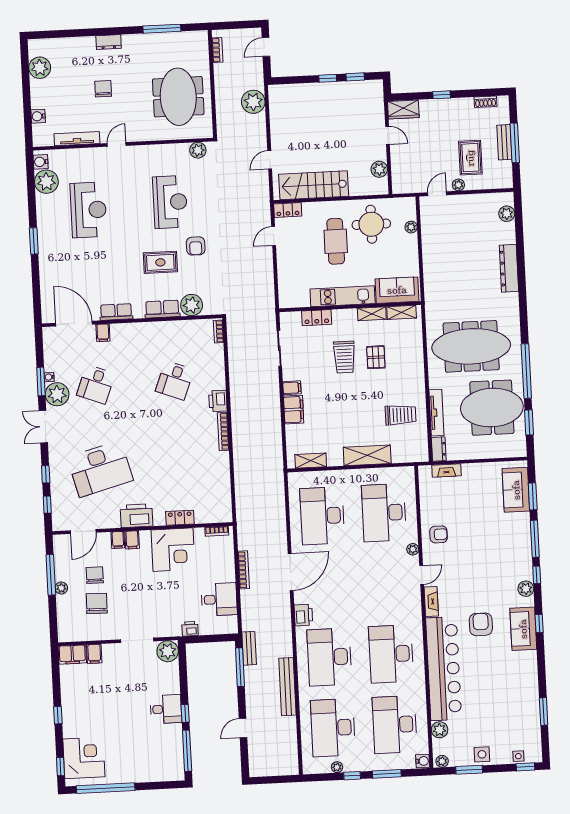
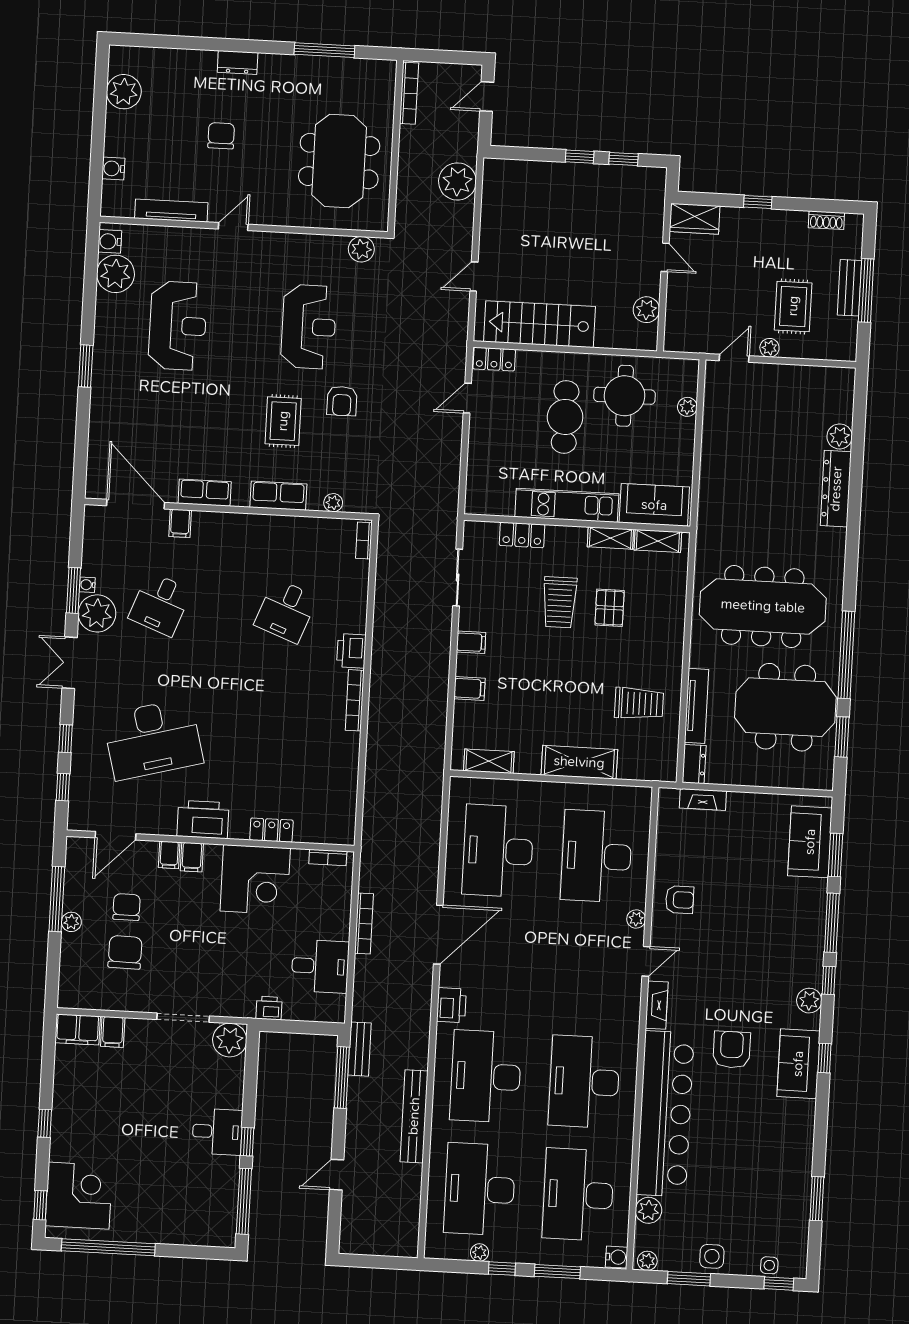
bookcase: (217, 50) -> (409, 93), width x1.56
plant: (507, 214) -> (840, 436), moved
rug: (160, 262) -> (283, 421), turned 90
plant: (192, 305) -> (333, 503), width x0.53, depth x0.53
filing cabinet: (294, 410) -> (469, 688), width x0.50

